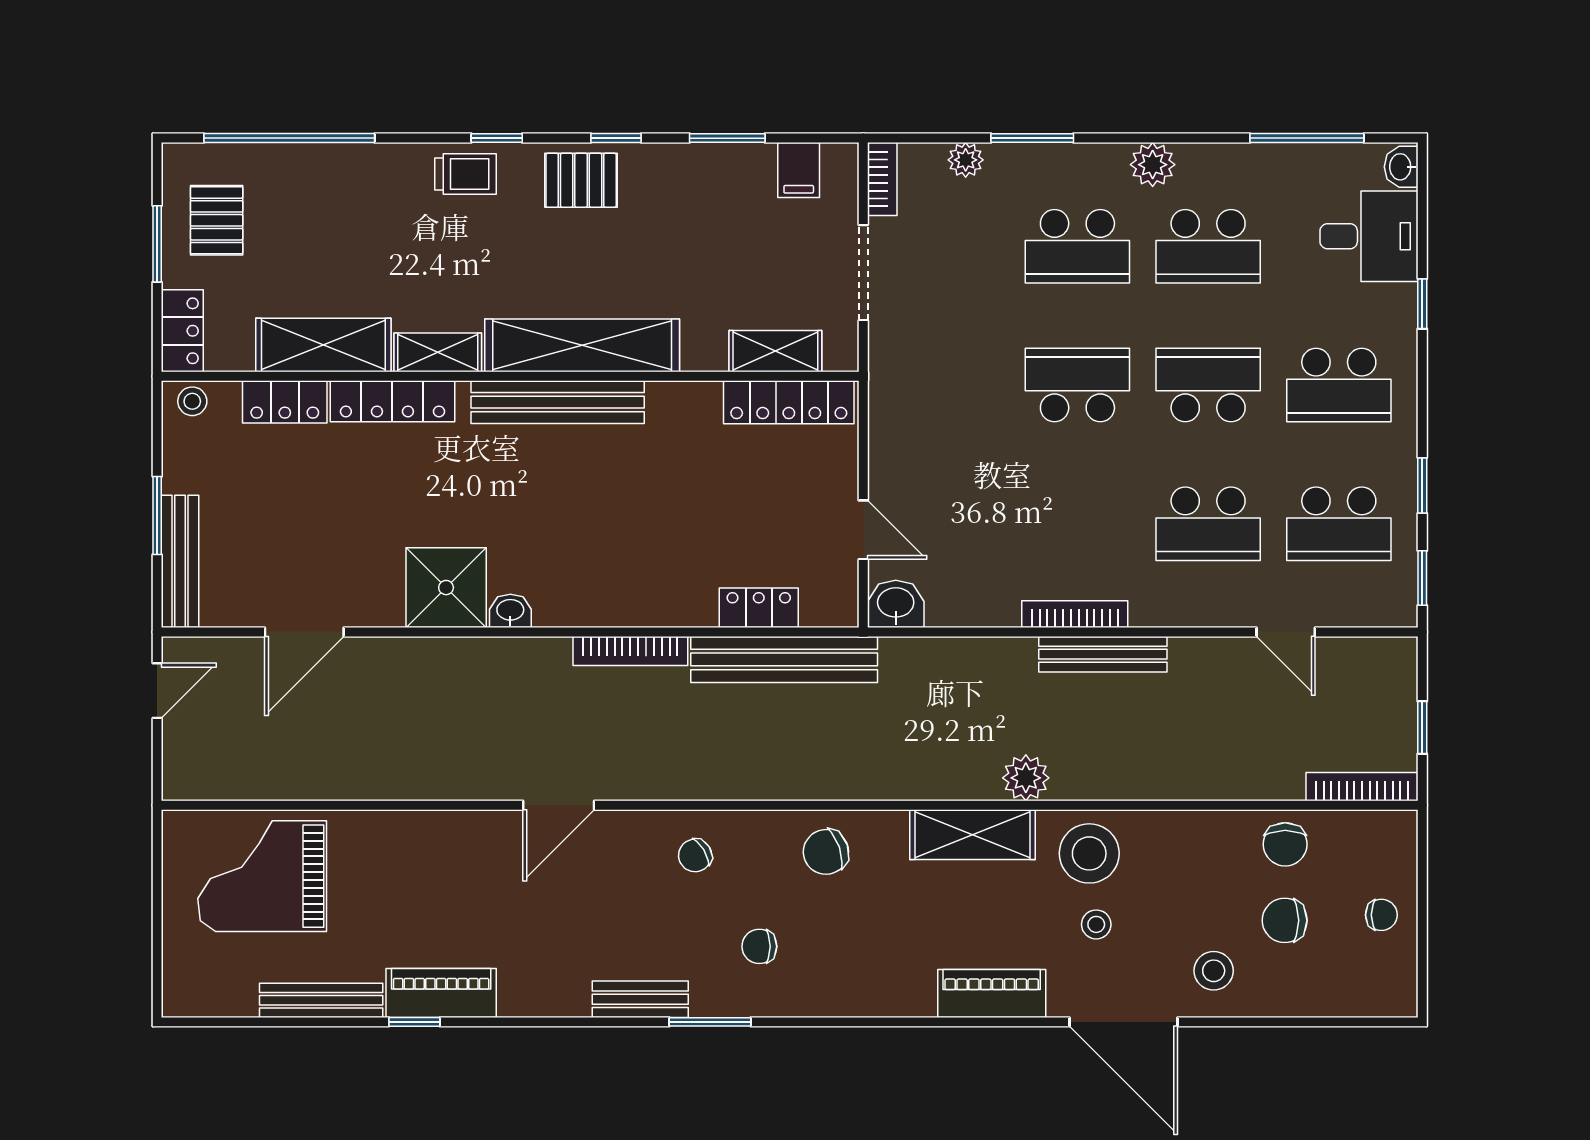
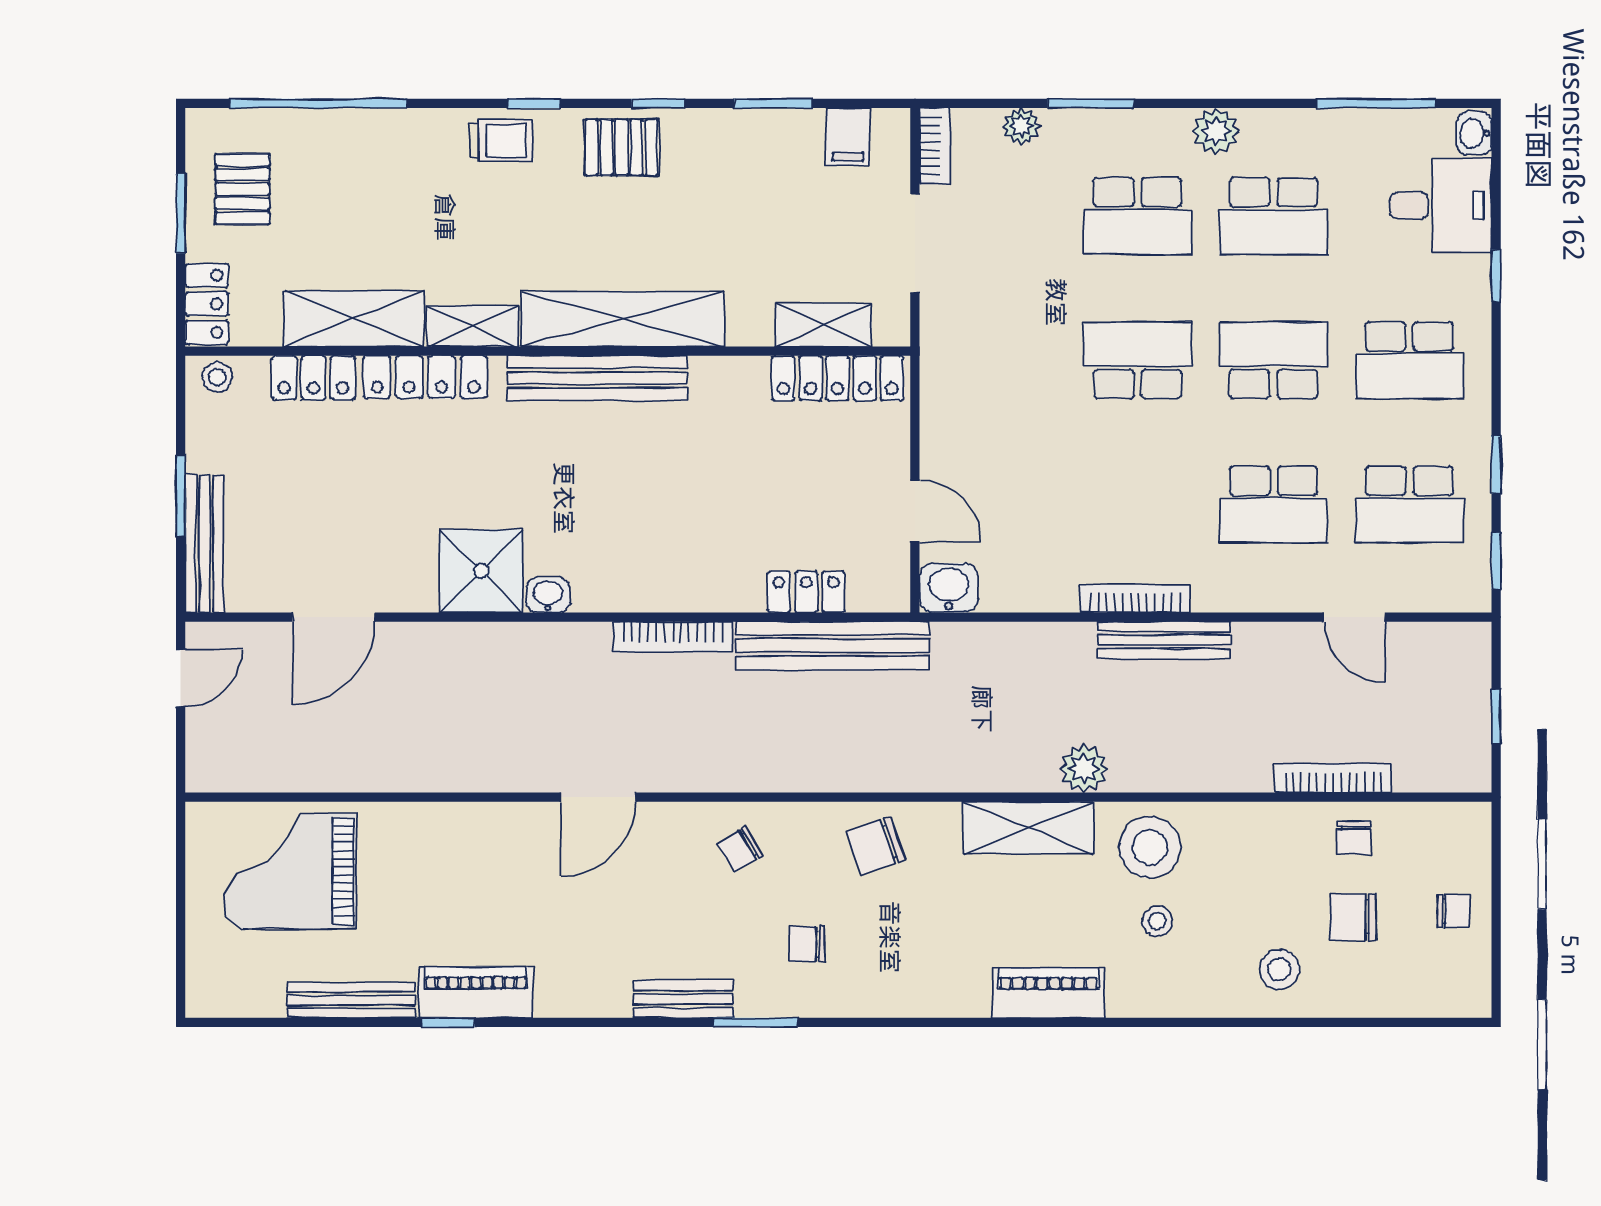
bookcase: (1362, 787) -> (1333, 778), moved
chair: (1285, 844) -> (1354, 838), width x0.73, depth x0.73
door: (1124, 1022) -> (1186, 1022), removed

